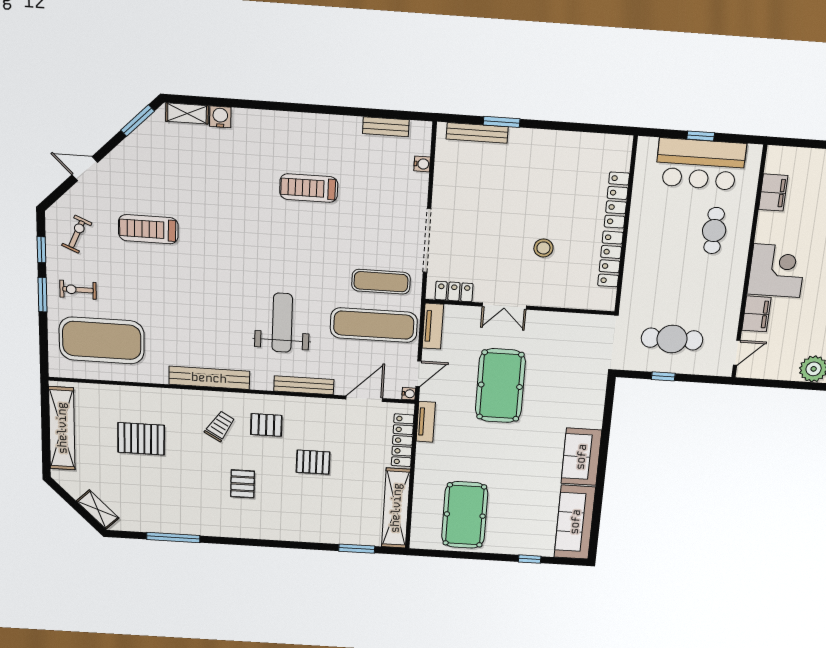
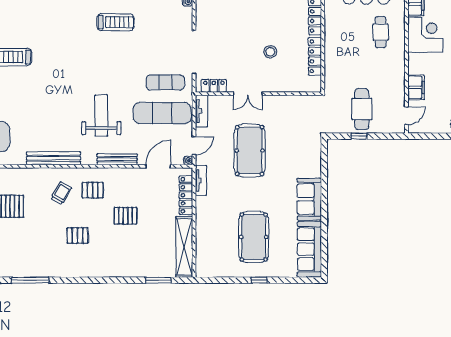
treadmill: (309, 188) -> (115, 22), turned 180
corner desk: (777, 271) -> (425, 35), moved
cafe table: (672, 339) -> (362, 109), turned 90
pallet: (243, 484) -> (78, 235), turned 90
pool table: (465, 515) -> (254, 237), moved
window: (530, 559) -> (259, 280), moved

